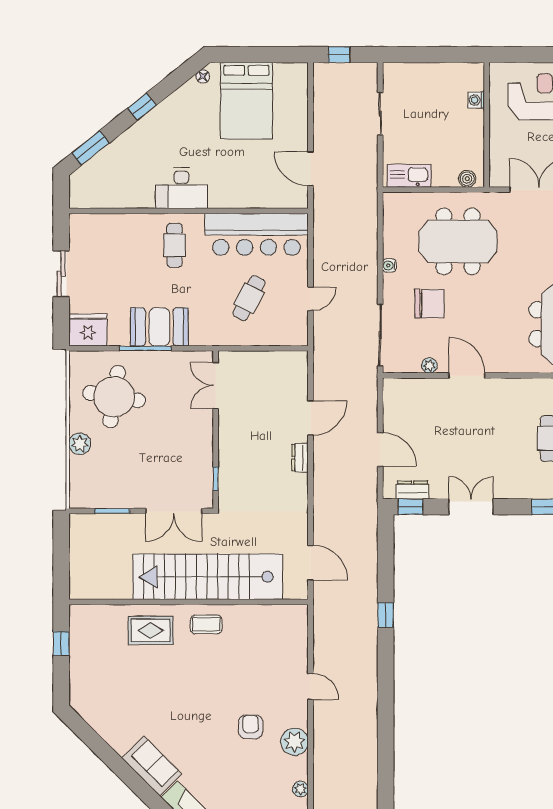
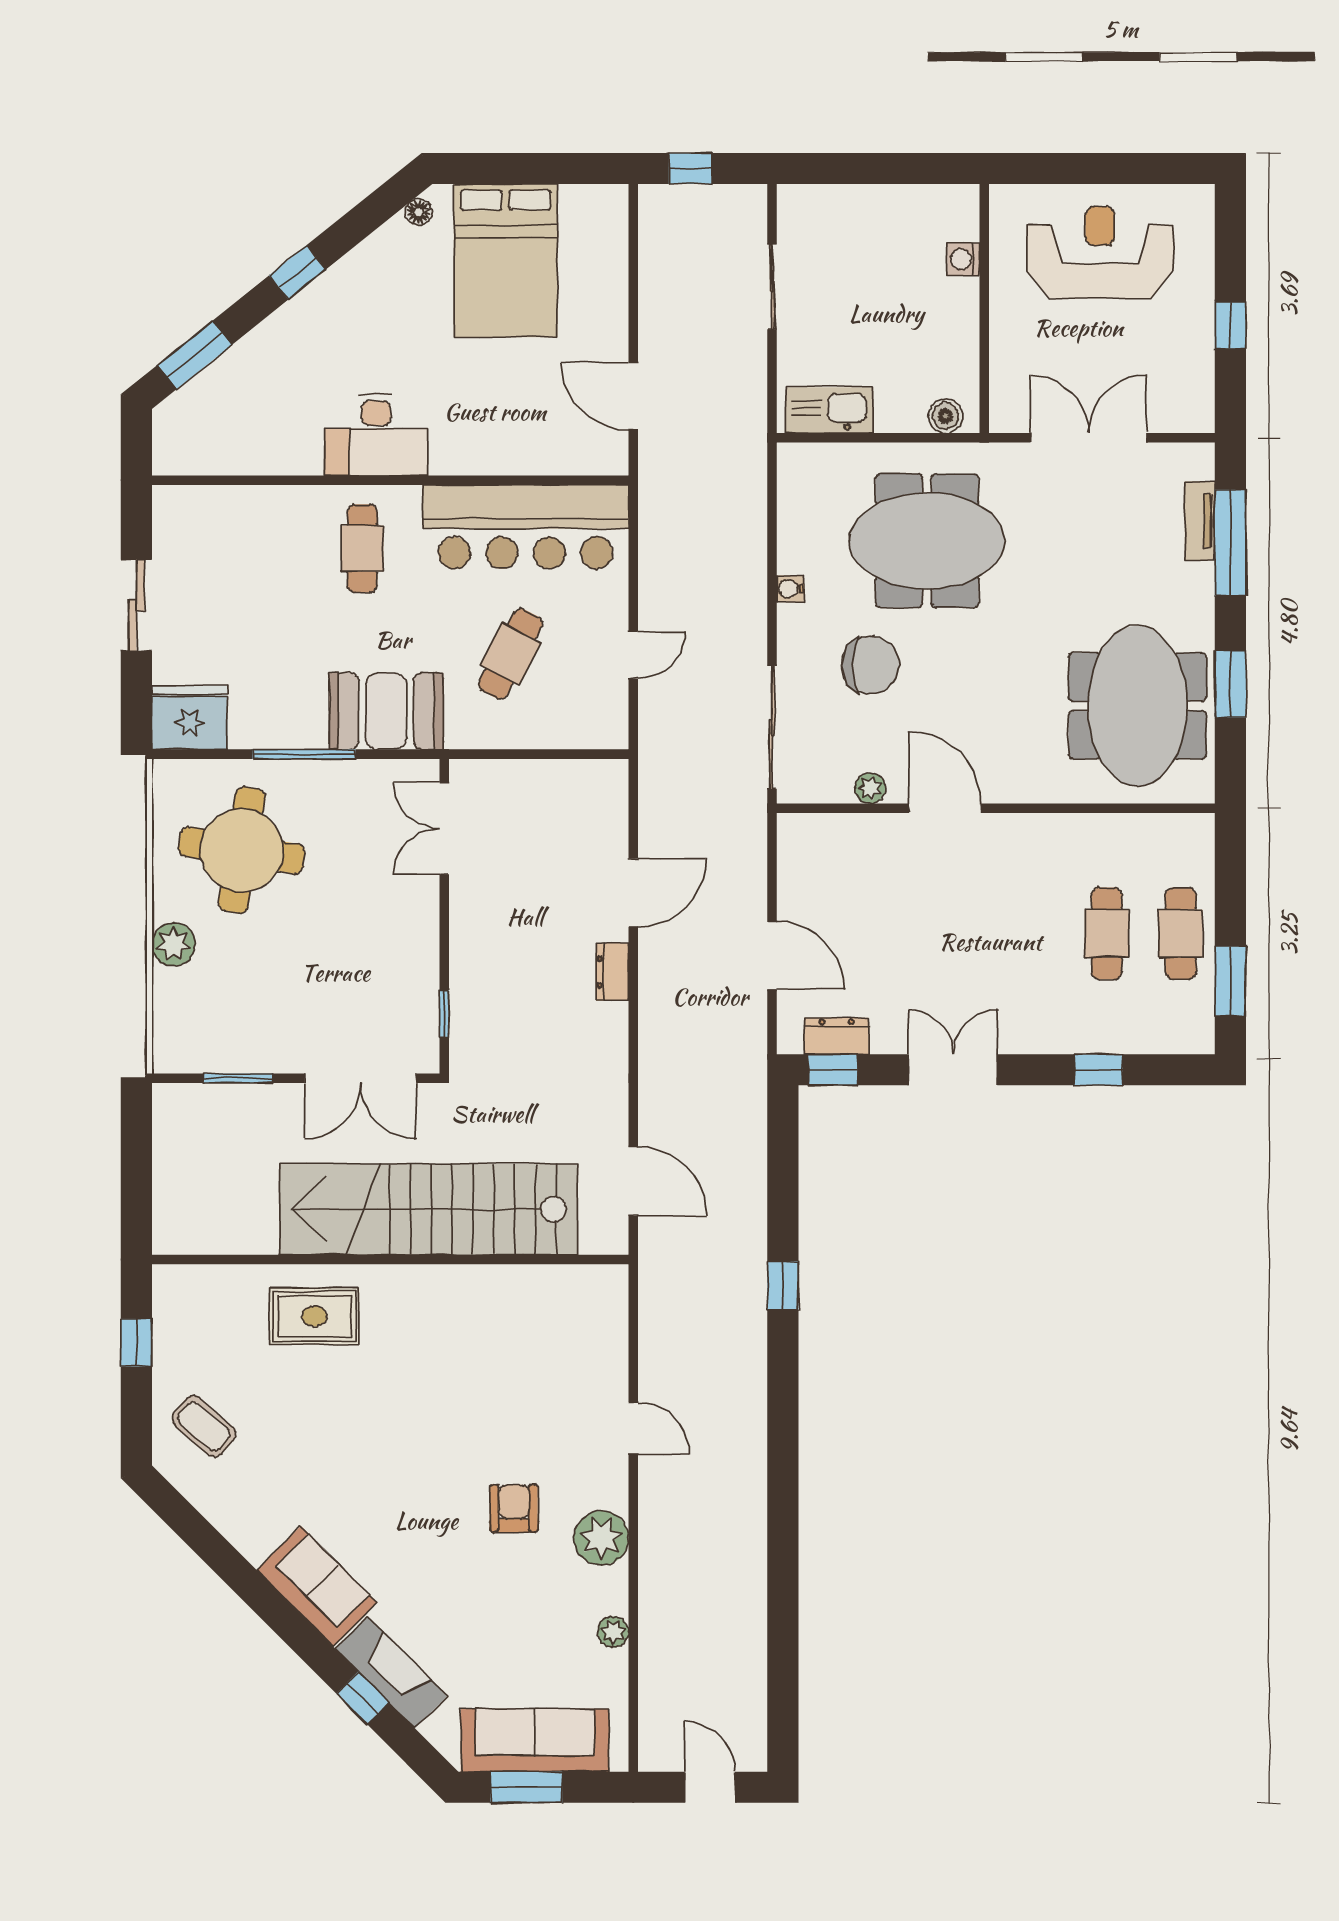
booth: (159, 327) -> (386, 711), moved
coffee table: (206, 624) -> (204, 1426), moved, turned 41

